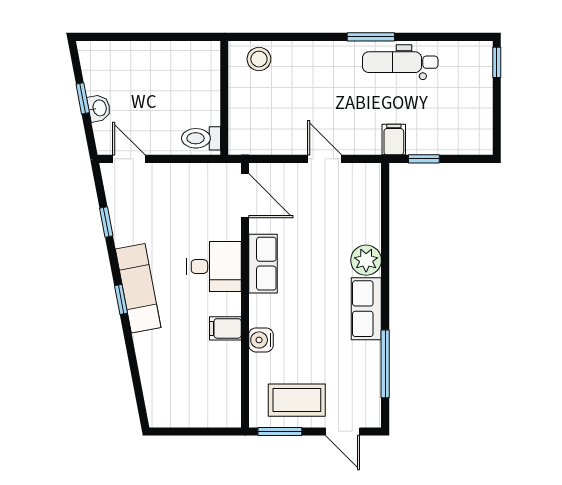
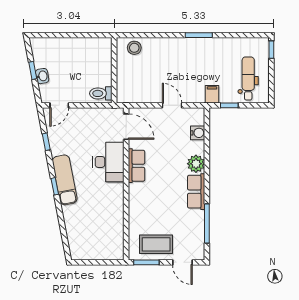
dental chair: (400, 62) -> (248, 78), moved, turned 90
door: (129, 159) -> (59, 105), swing flipped
desk: (214, 267) -> (108, 162), width x1.37
filing cabinet: (225, 328) -> (115, 203), removed
water cooler: (261, 340) -> (198, 133), moved, turned 180

